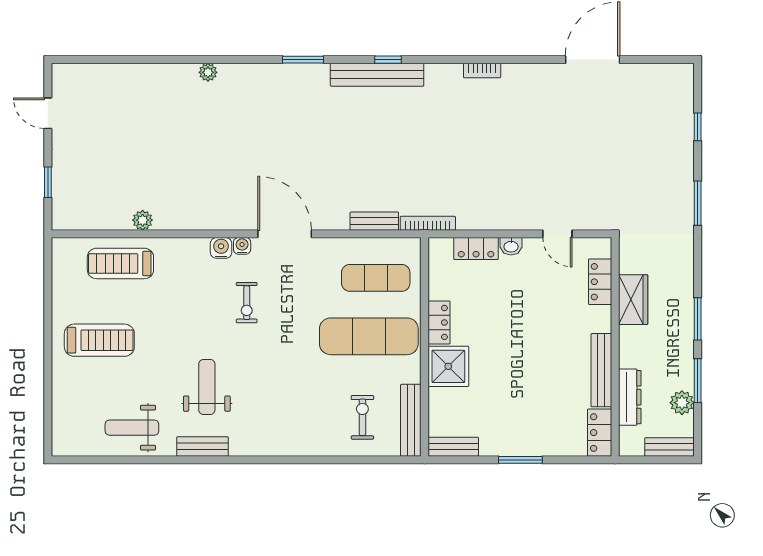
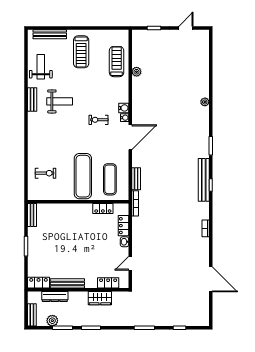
locker: (439, 322) -> (103, 209), moved
shower: (448, 366) -> (69, 213), removed
bench: (411, 420) -> (50, 34), moved

